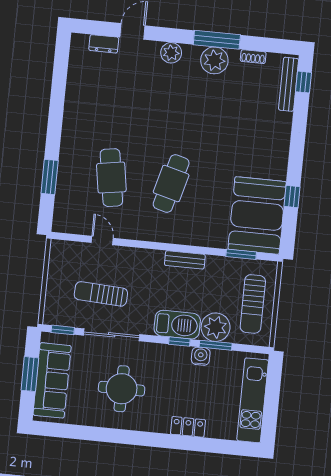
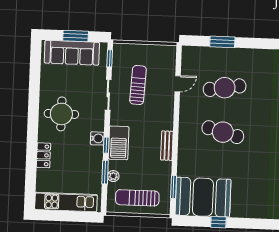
plant: (216, 327) -> (113, 176), width x0.53, depth x0.53
sliding door: (112, 335) -> (108, 95), width x0.73
water cooler: (201, 356) -> (97, 138), moved
round table: (122, 389) -> (61, 114), moved

